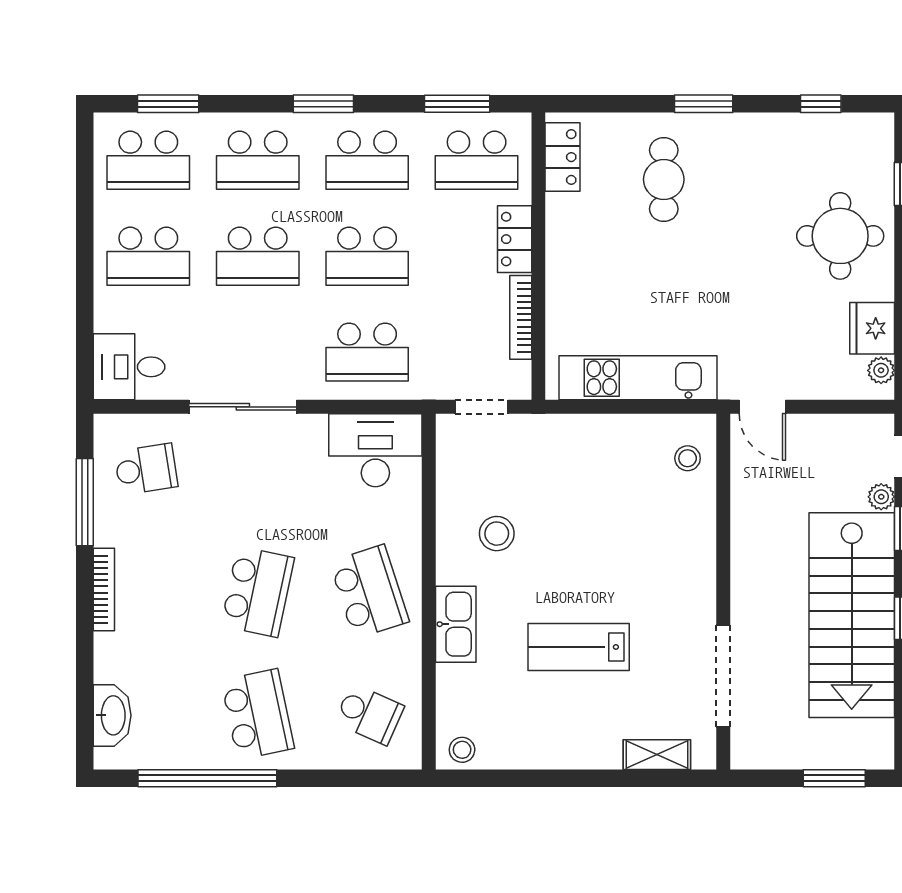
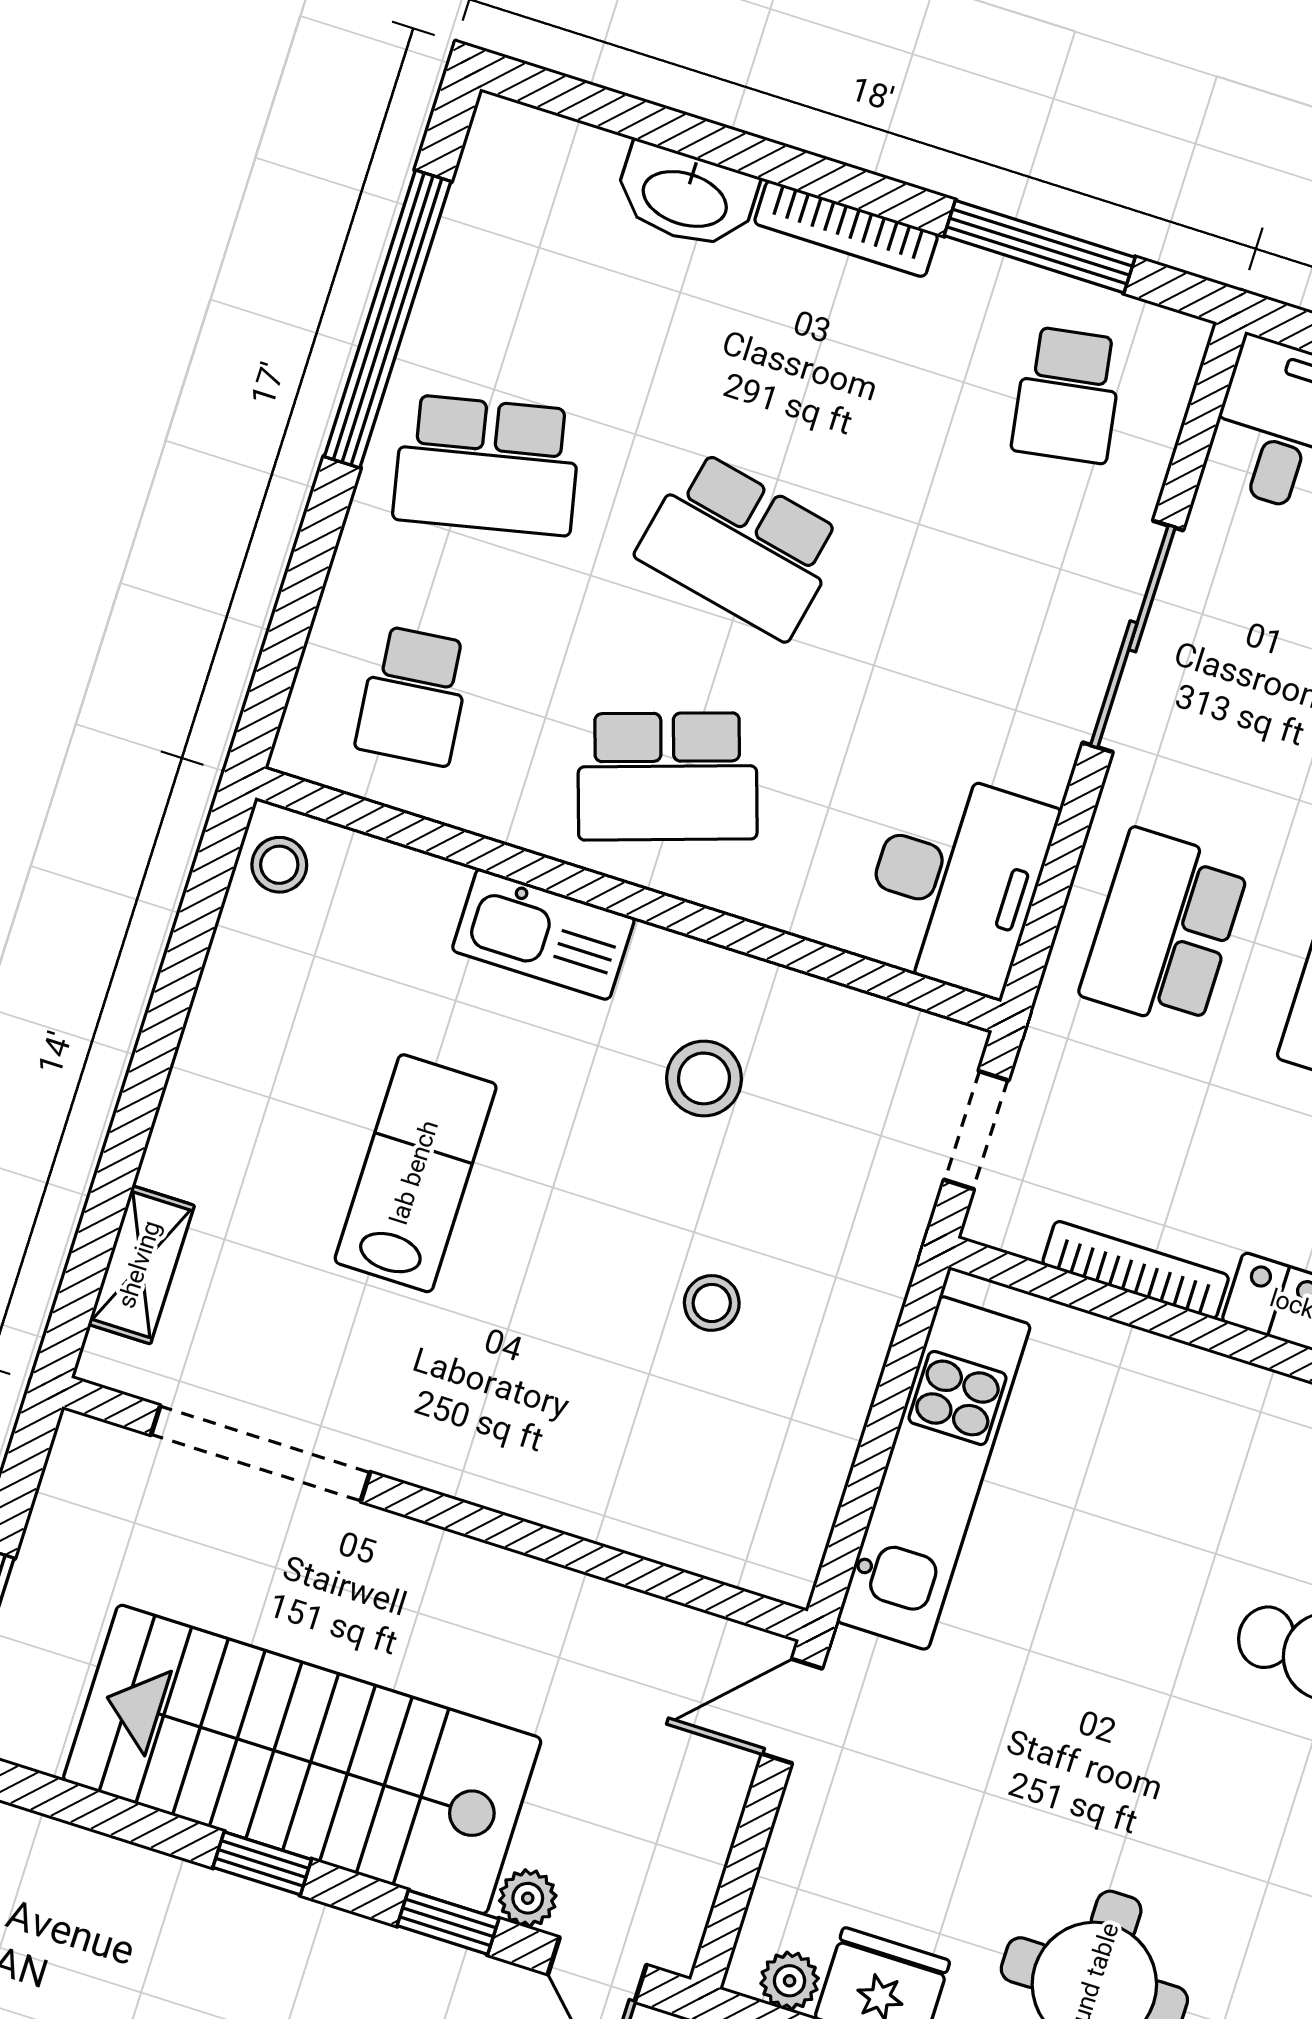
stool: (688, 458) -> (712, 1303), moved
school desk: (369, 714) -> (414, 696), turned -30
washbasin: (112, 715) -> (685, 197), moved

